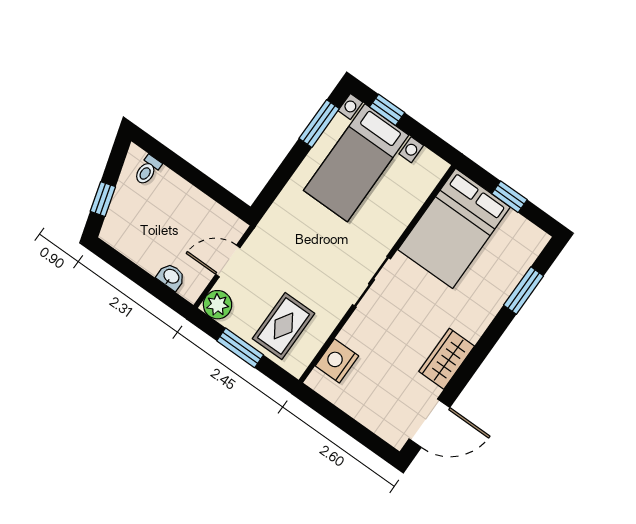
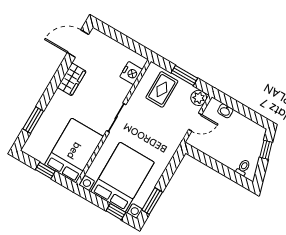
bed with nightstands: (356, 163) -> (123, 177), width x1.36

